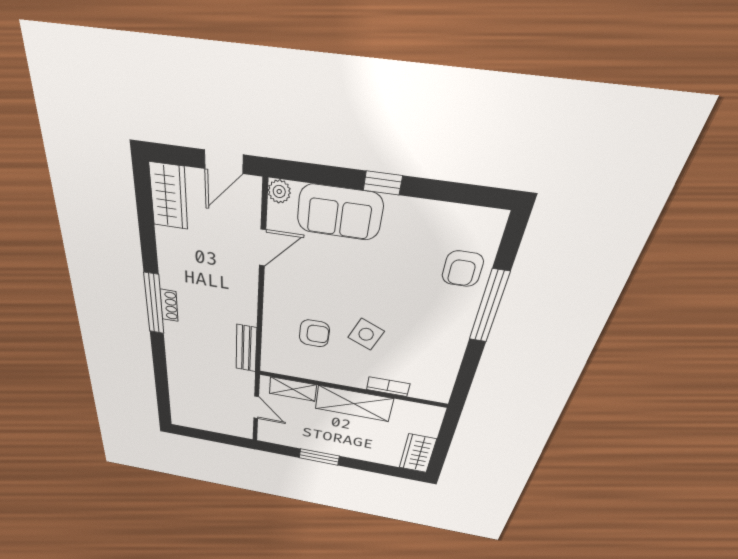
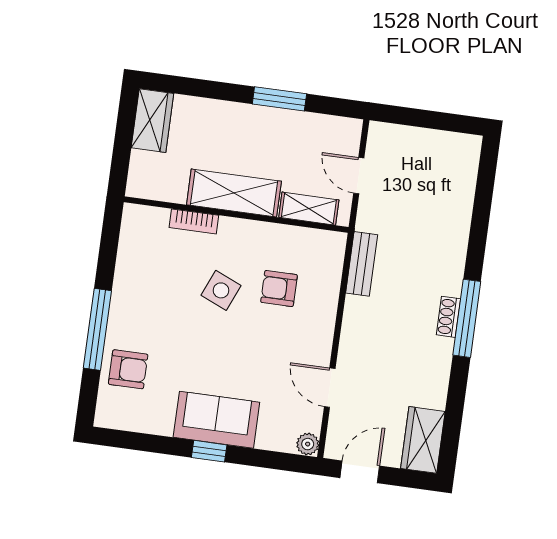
sofa: (340, 212) -> (216, 420), moved
door: (263, 248) -> (330, 388), hinge flipped
armchair: (463, 269) -> (128, 369), turned 90

